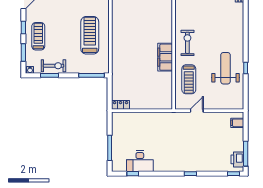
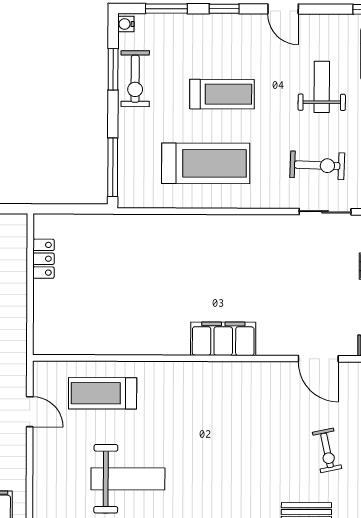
treadmill: (38, 36) -> (222, 94), moved
exercise bike: (187, 43) -> (187, 391), removed
filing cabinet: (165, 57) -> (223, 339), moved
locker: (121, 105) -> (44, 259), moved

